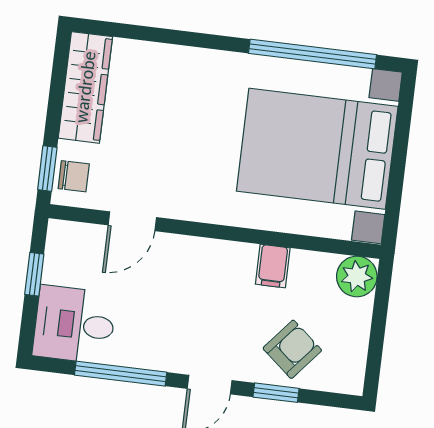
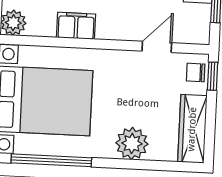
plant: (183, 71) -> (132, 143), added
filing cabinet: (273, 266) -> (76, 26), width x2.00

